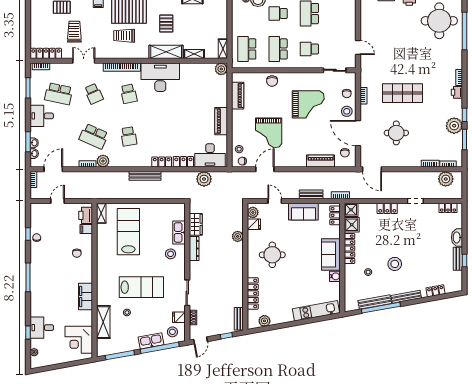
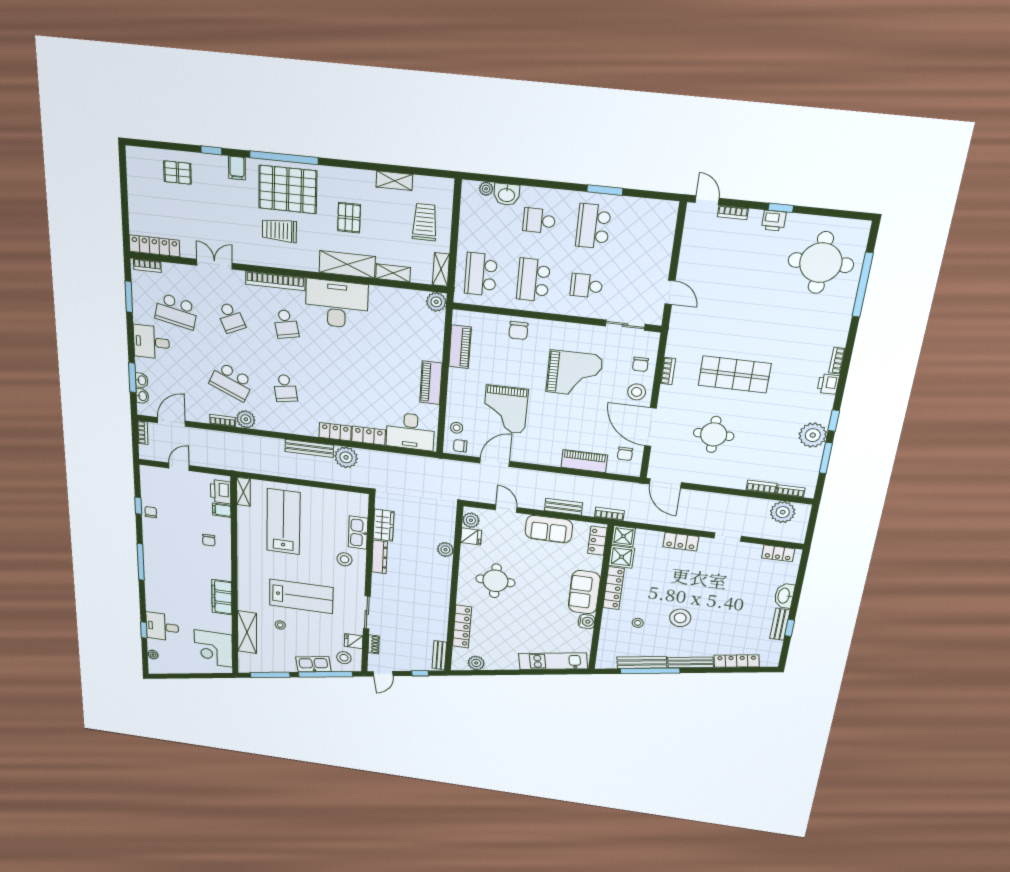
trolley: (74, 32) -> (425, 222), moved
plant: (204, 179) -> (346, 457), moved
locker: (436, 291) -> (737, 661), width x1.53

